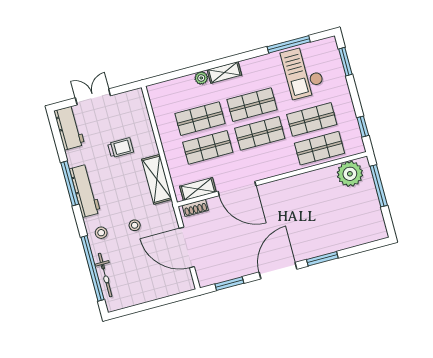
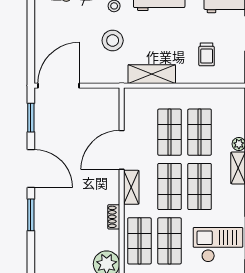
trolley: (121, 148) -> (207, 54), moved
shelving: (198, 189) -> (131, 187), moved
shoe rack: (195, 208) -> (114, 217), moved
stool: (135, 225) -> (113, 41), width x1.89, depth x1.89
door: (187, 247) -> (59, 86), moved

